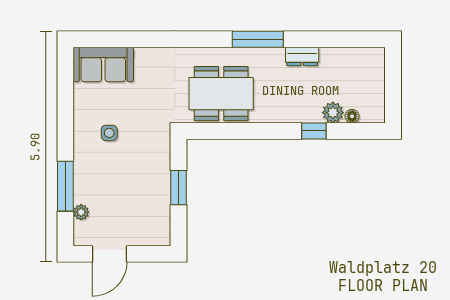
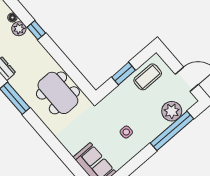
window: (65, 186) -> (172, 131), width x1.46
plant: (81, 212) -> (172, 111), width x1.87, depth x1.87
coffee table: (151, 212) -> (148, 77), added

